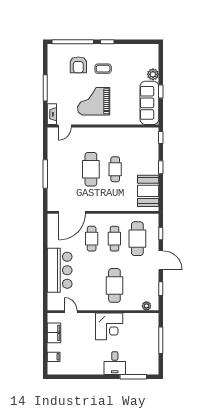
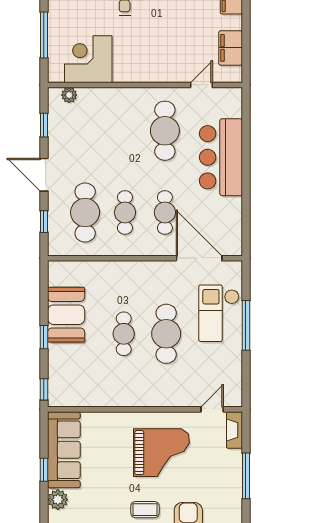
checkout: (61, 181) -> (219, 313), added
booth: (148, 191) -> (66, 315), moved
door: (72, 212) -> (199, 258), hinge flipped
cafe table: (114, 285) -> (165, 131), moved
door: (71, 312) -> (201, 85), swing flipped
corner desk: (109, 326) -> (88, 59), moved

